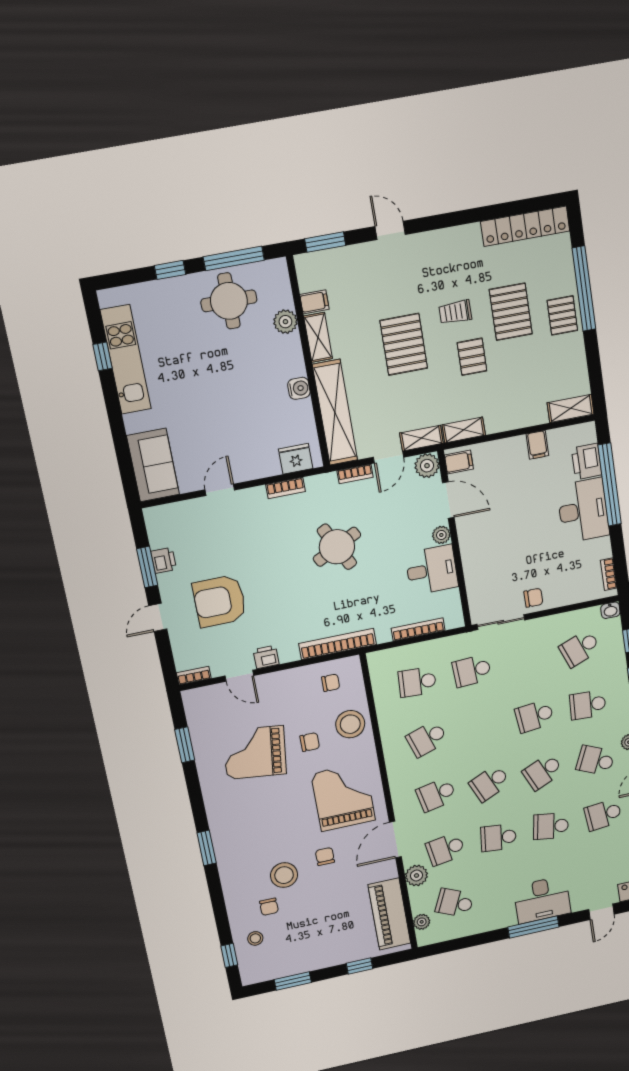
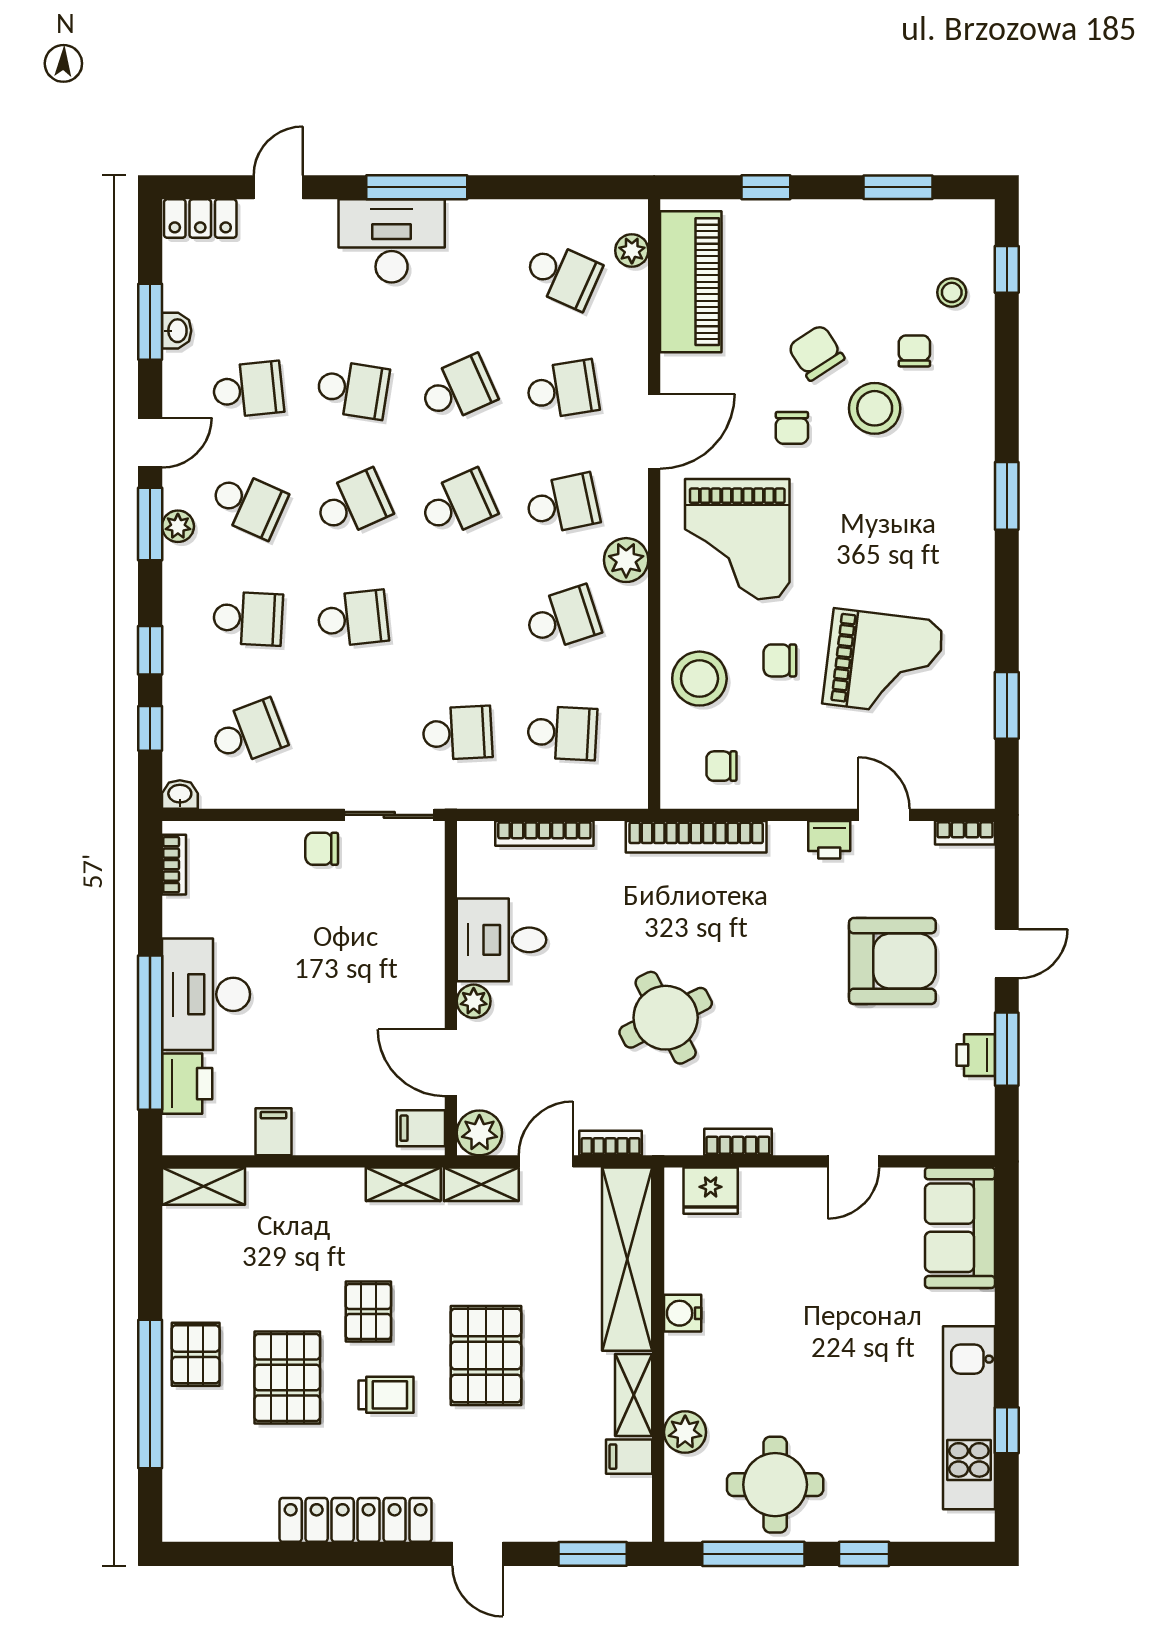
locker: (525, 226) -> (356, 1520), moved
school desk: (498, 838) -> (457, 390), turned -30
plant: (416, 876) -> (626, 560), moved
chair: (319, 895) -> (816, 353), added

